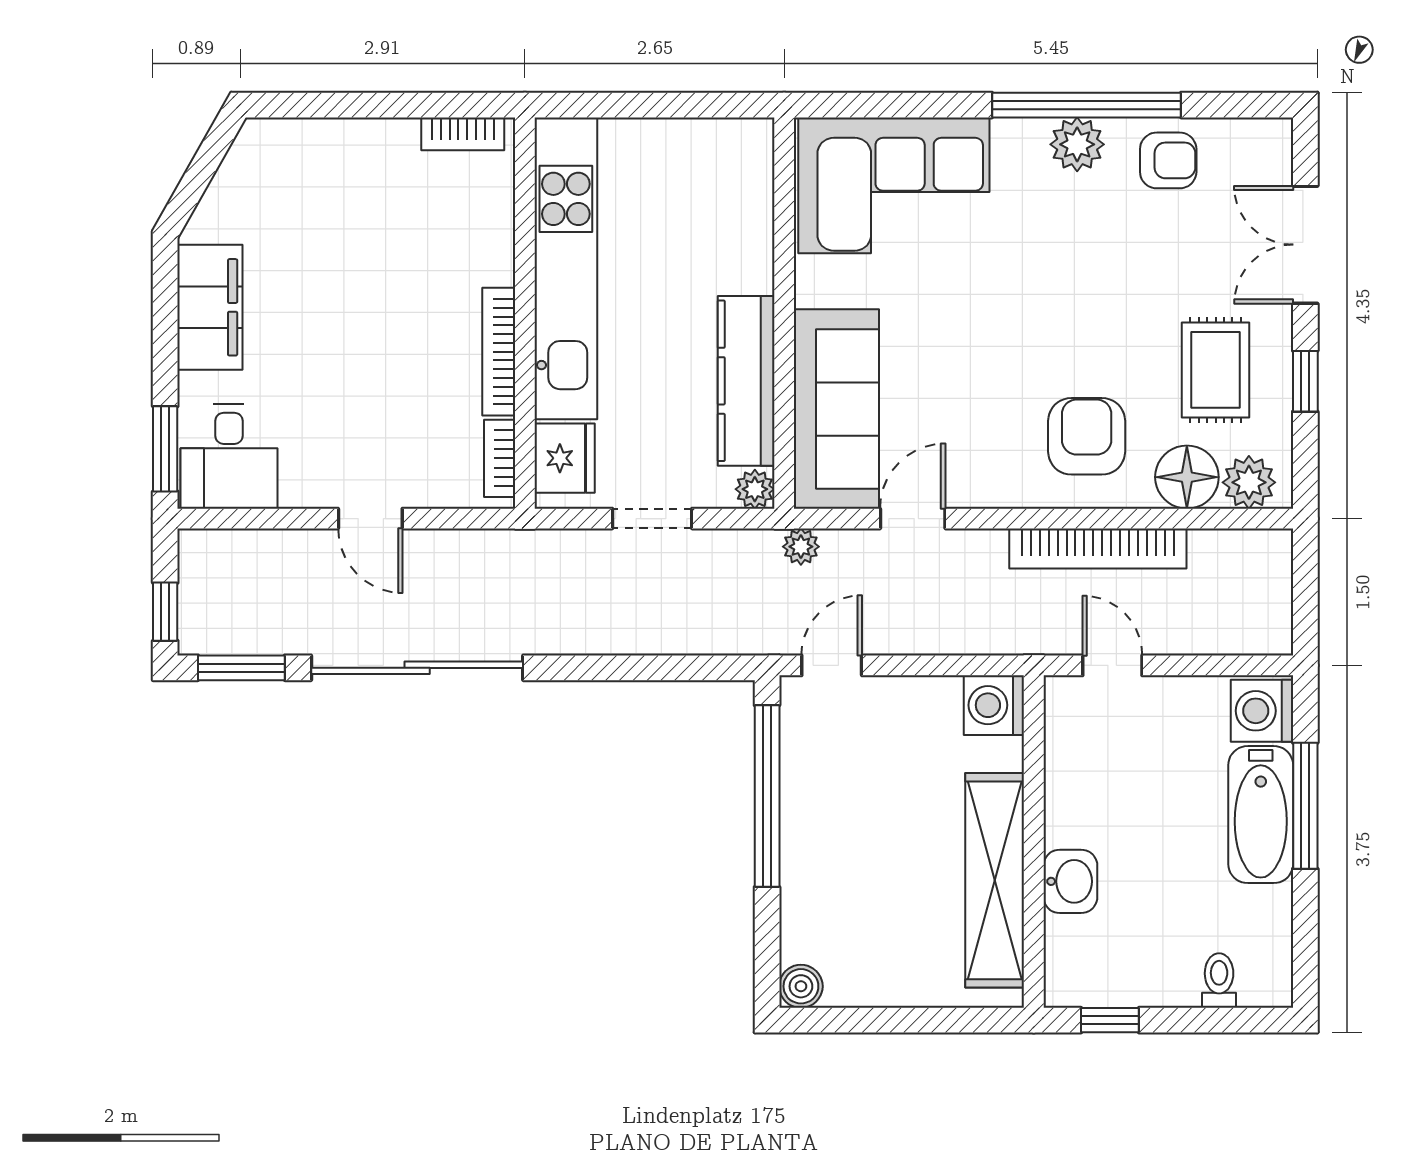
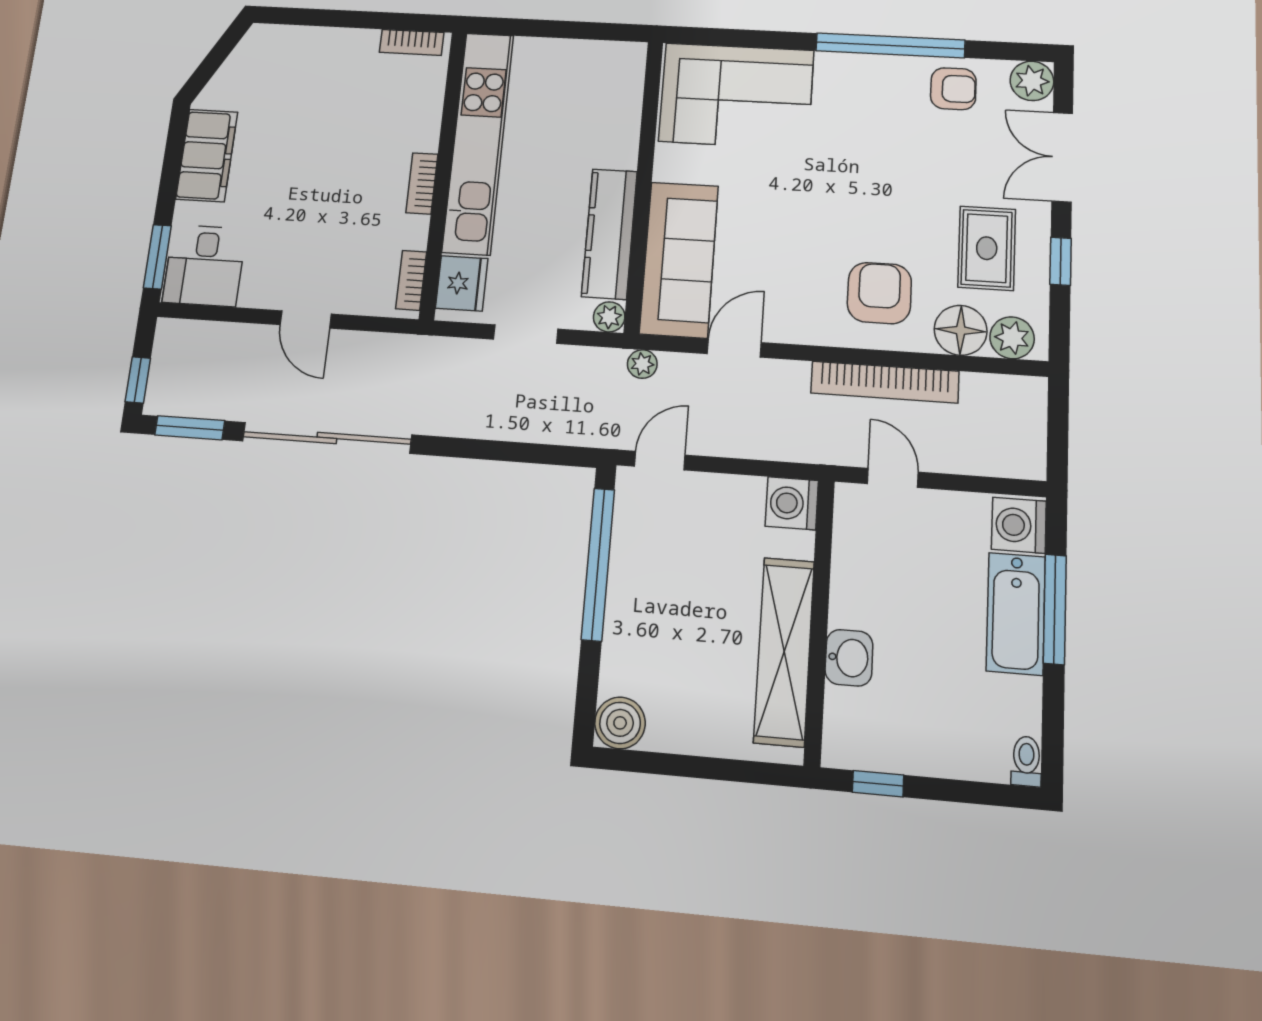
plant: (1077, 144) -> (1032, 81), moved
bookcase: (499, 352) -> (422, 183), width x0.64
toilet: (1219, 980) -> (1026, 761), moved
boiler: (801, 986) -> (620, 723), width x1.36, depth x1.36

